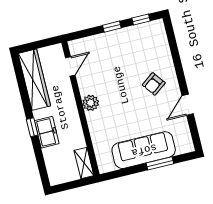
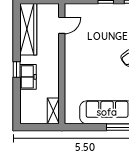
plant: (91, 103) -> (72, 61), removed

